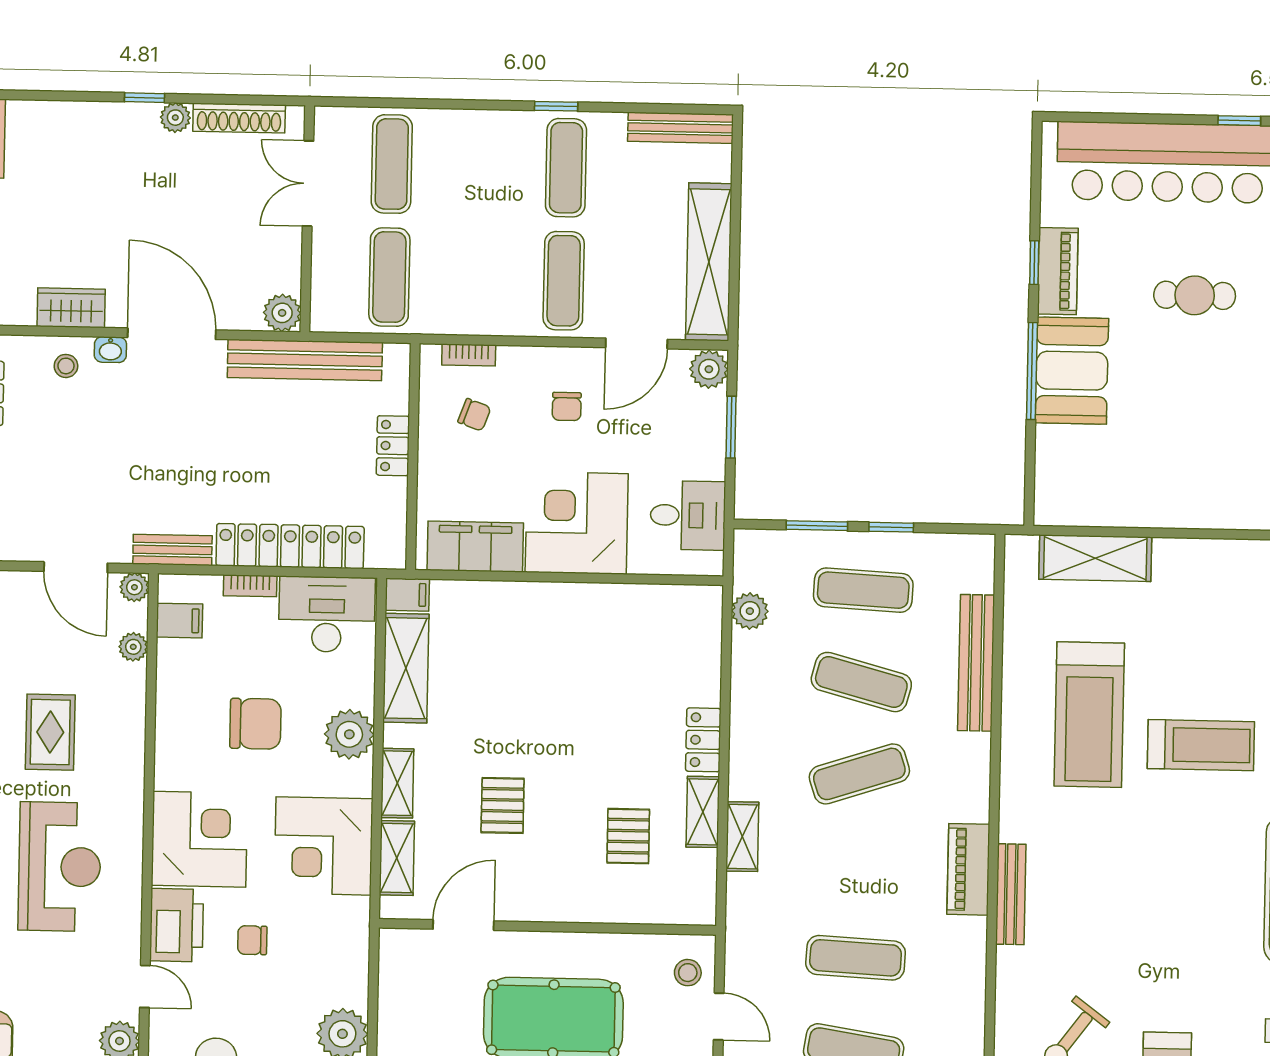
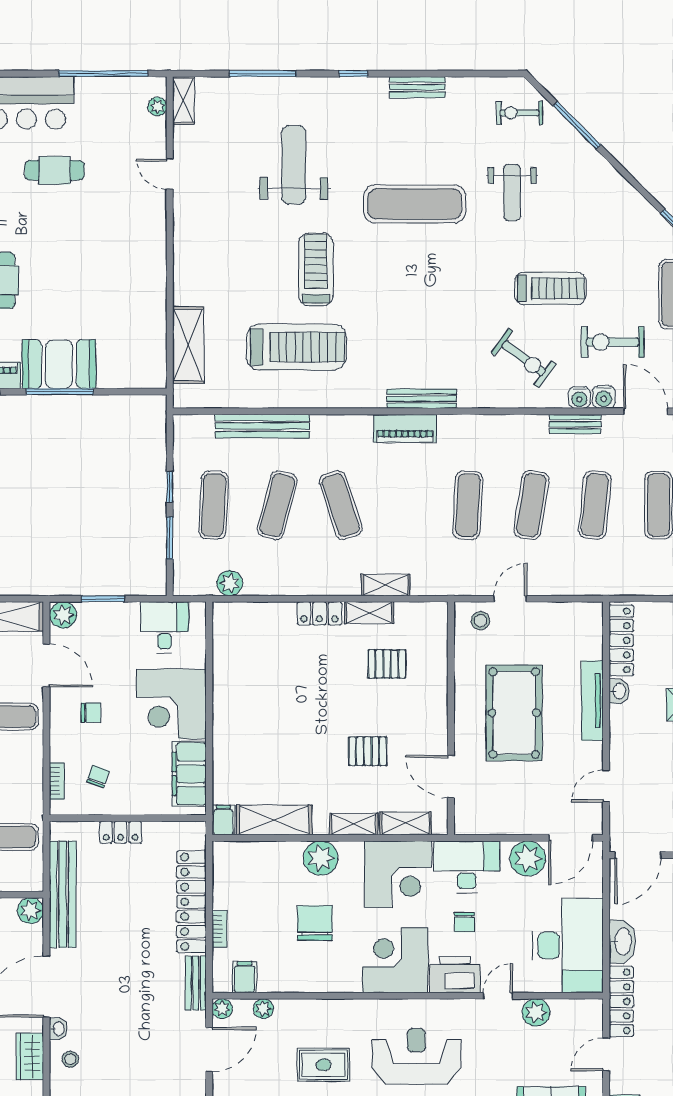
desk: (327, 614) -> (467, 867), moved, turned 90

